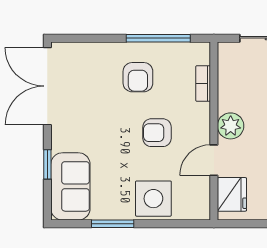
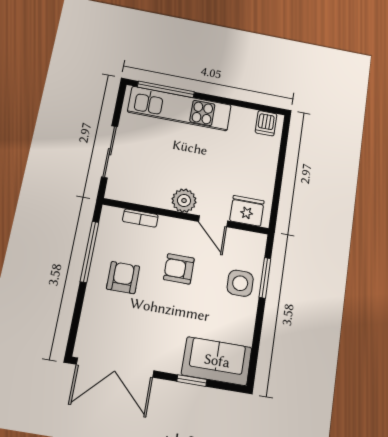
armchair: (138, 77) -> (123, 278), turned -90
armchair: (157, 133) -> (179, 269), turned 90
side table: (153, 199) -> (240, 283), width x0.73, depth x0.73
window: (113, 224) -> (265, 278), moved

